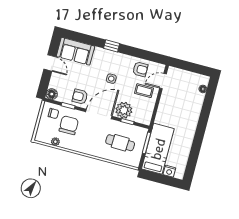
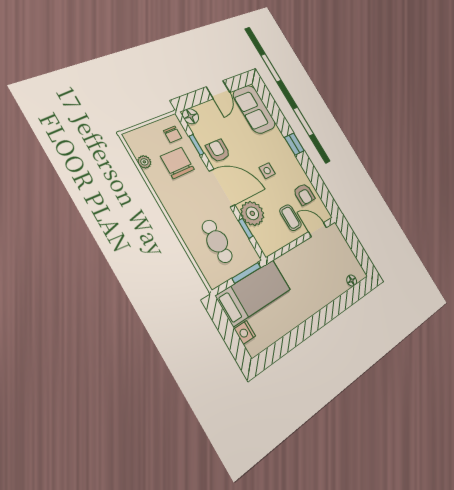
chair: (69, 125) -> (177, 163), turned -90

